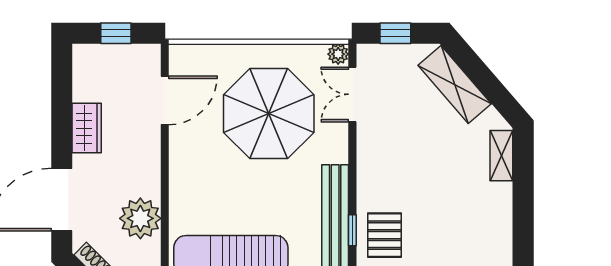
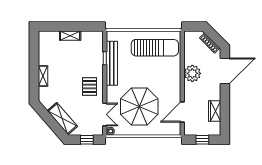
wardrobe: (87, 128) -> (215, 111), moved
shelving: (501, 156) -> (43, 76), moved
plant: (140, 218) -> (192, 73), moved
pallet: (384, 235) -> (90, 87), moved

